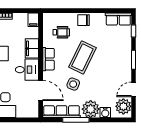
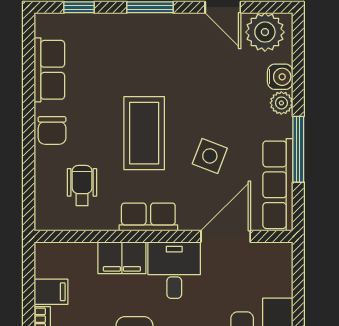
row of seats: (118, 19) -> (49, 70), moved
filing cabinet: (33, 20) -> (51, 292), moved
coffee table: (82, 57) -> (144, 133), turned 64
plant: (91, 109) -> (281, 103), width x0.53, depth x0.53

